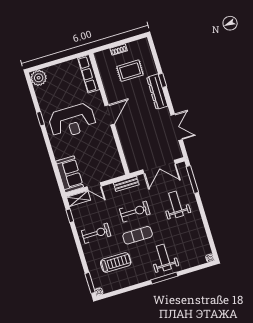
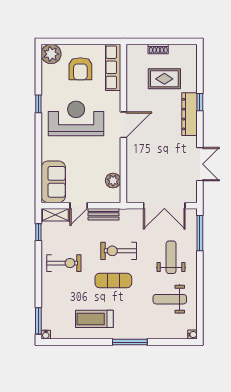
armchair: (64, 82) -> (80, 69), added
reception desk: (72, 121) -> (76, 118), turned 180
plant: (114, 160) -> (113, 181), added
bench: (126, 184) -> (104, 214), moved
door: (94, 186) -> (79, 206), hinge flipped
exercise bike: (135, 212) -> (119, 251), turned 180
weight bench: (164, 258) -> (170, 299), moved, turned -90
treadmill: (116, 263) -> (94, 319), moved, turned 180

